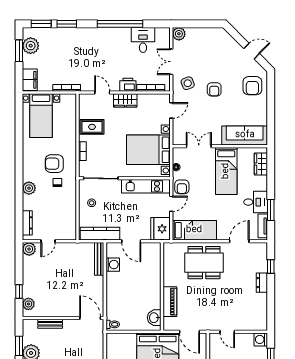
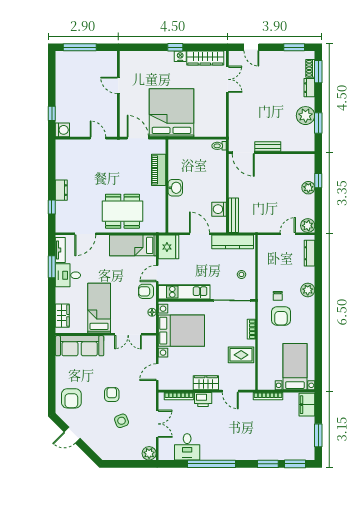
plant: (31, 46) -> (306, 441), removed
side table: (188, 83) -> (122, 421), moved
armchair: (252, 86) -> (71, 398), turned 180
armchair: (54, 164) -> (281, 316), turned 90
armchair: (182, 187) -> (146, 291), turned -90
plant: (28, 304) -> (308, 188), moved
washbasin: (154, 318) -> (175, 188), moved
bench: (50, 324) -> (268, 146), moved

